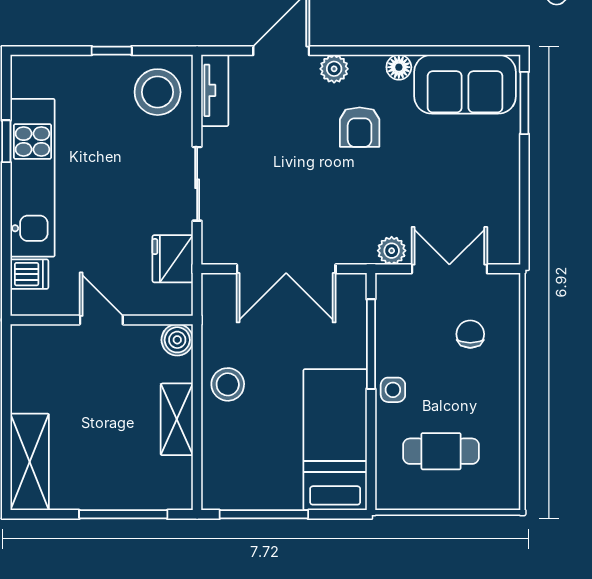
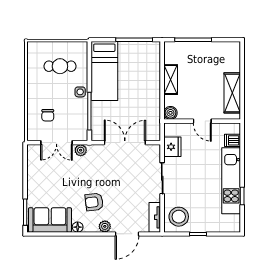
armchair: (360, 127) -> (94, 202), turned -97
stool: (228, 384) -> (149, 94), removed
shelving: (30, 462) -> (232, 93), moved

